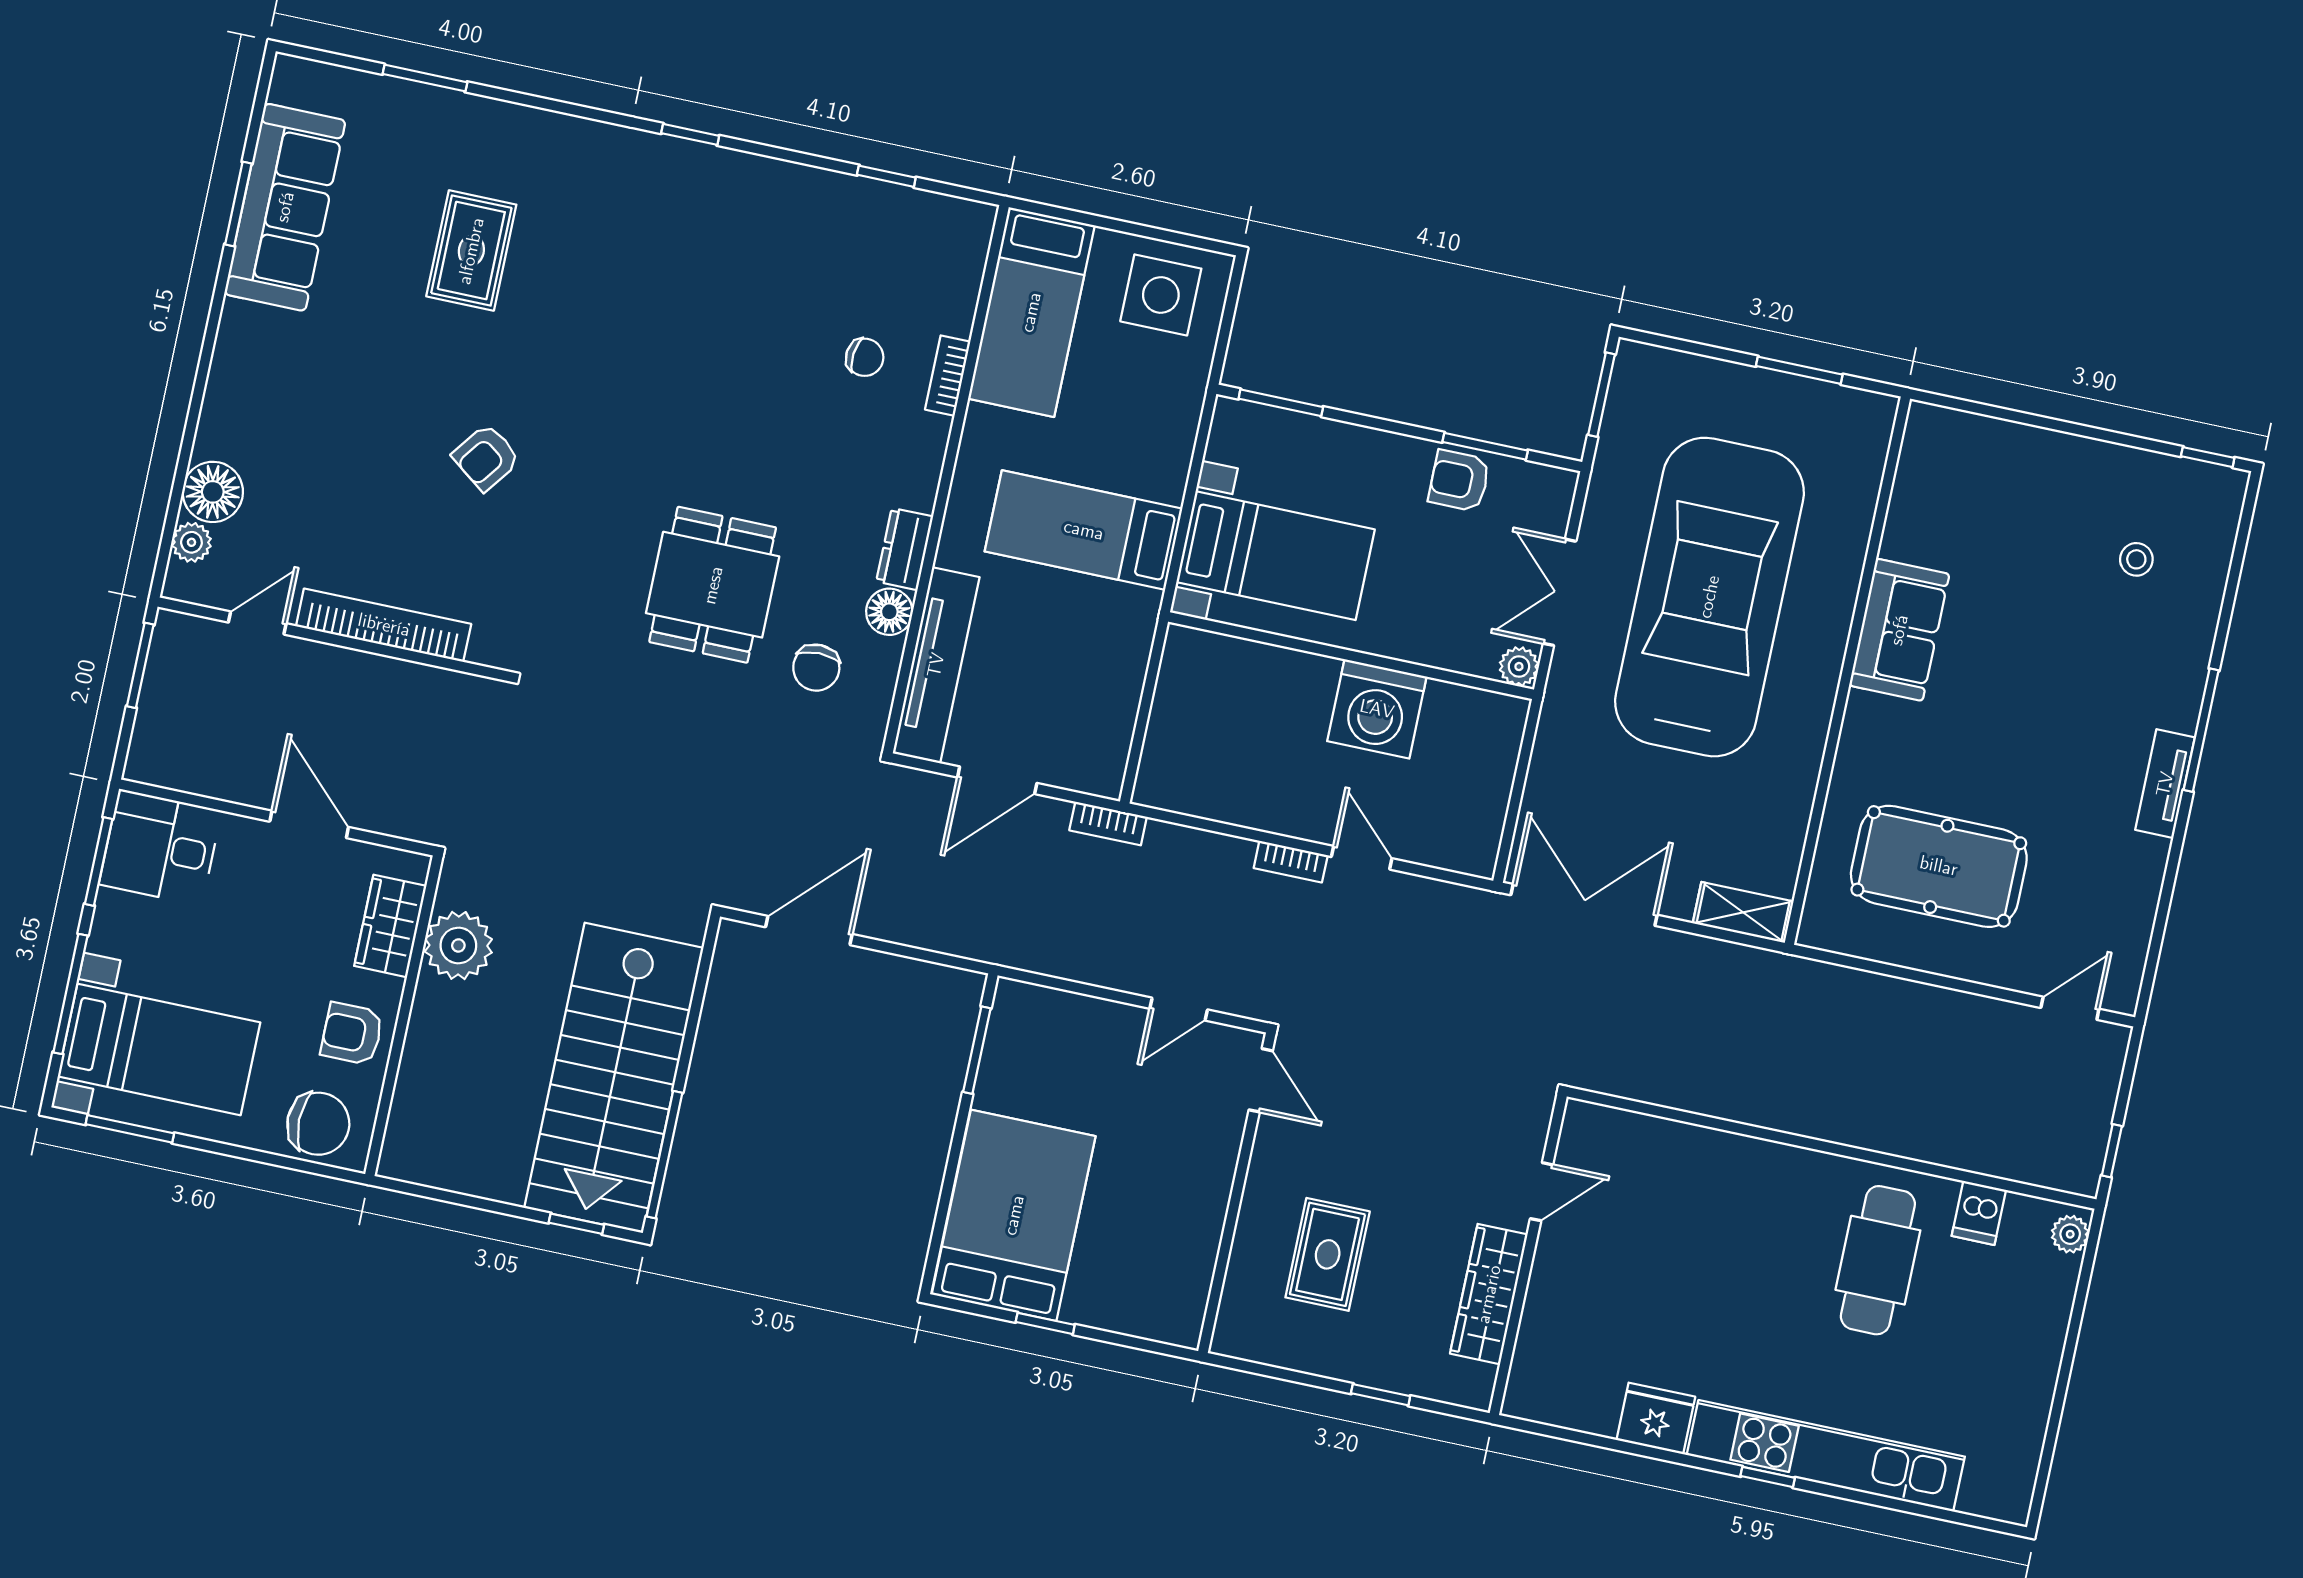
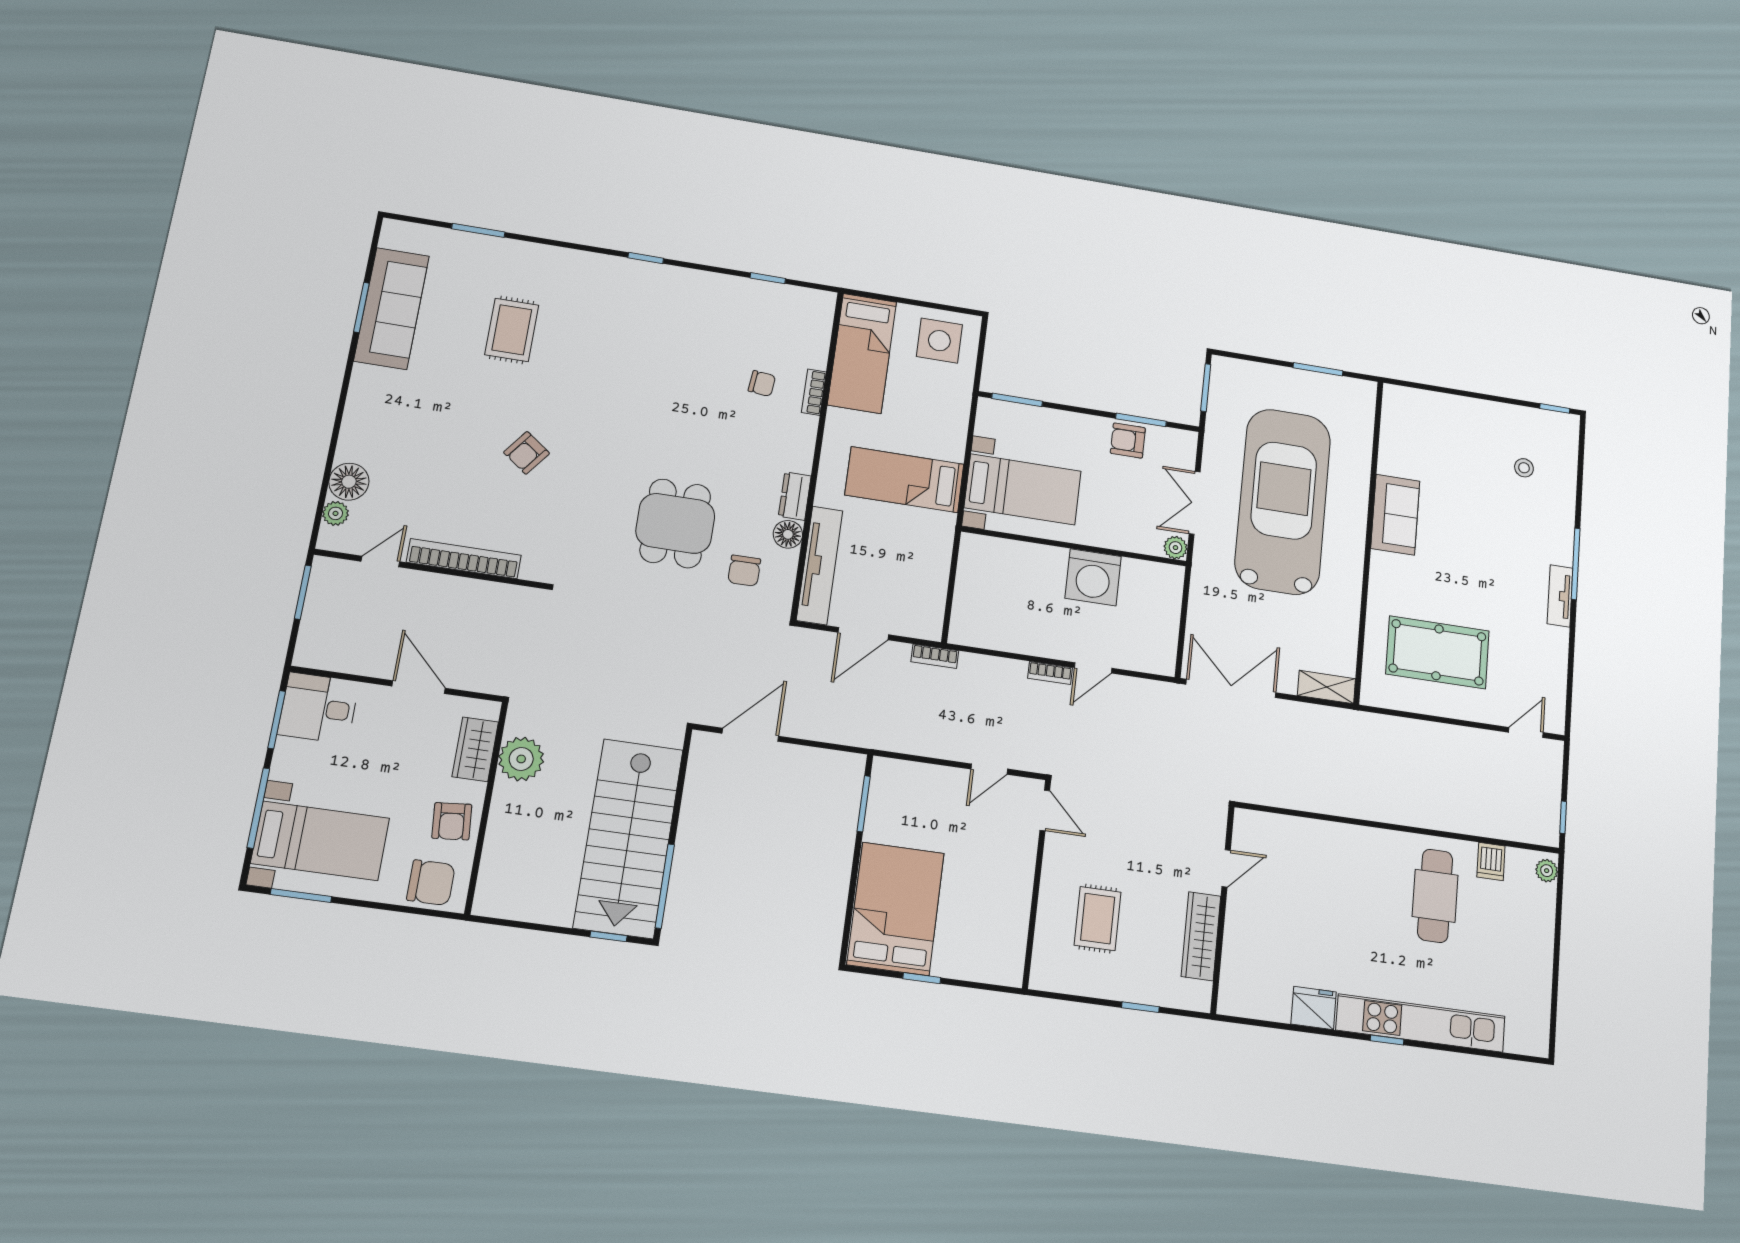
door: (1362, 858) -> (1093, 668), swing flipped
armchair: (352, 1034) -> (452, 821), turned -95

